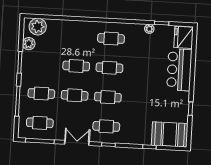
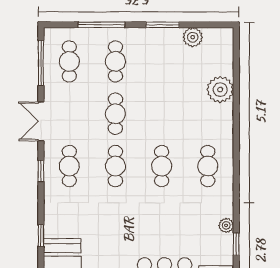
plant: (38, 27) -> (220, 90), moved
cafe table: (76, 66) -> (162, 114), removed
double door: (77, 143) -> (41, 121), swing flipped

